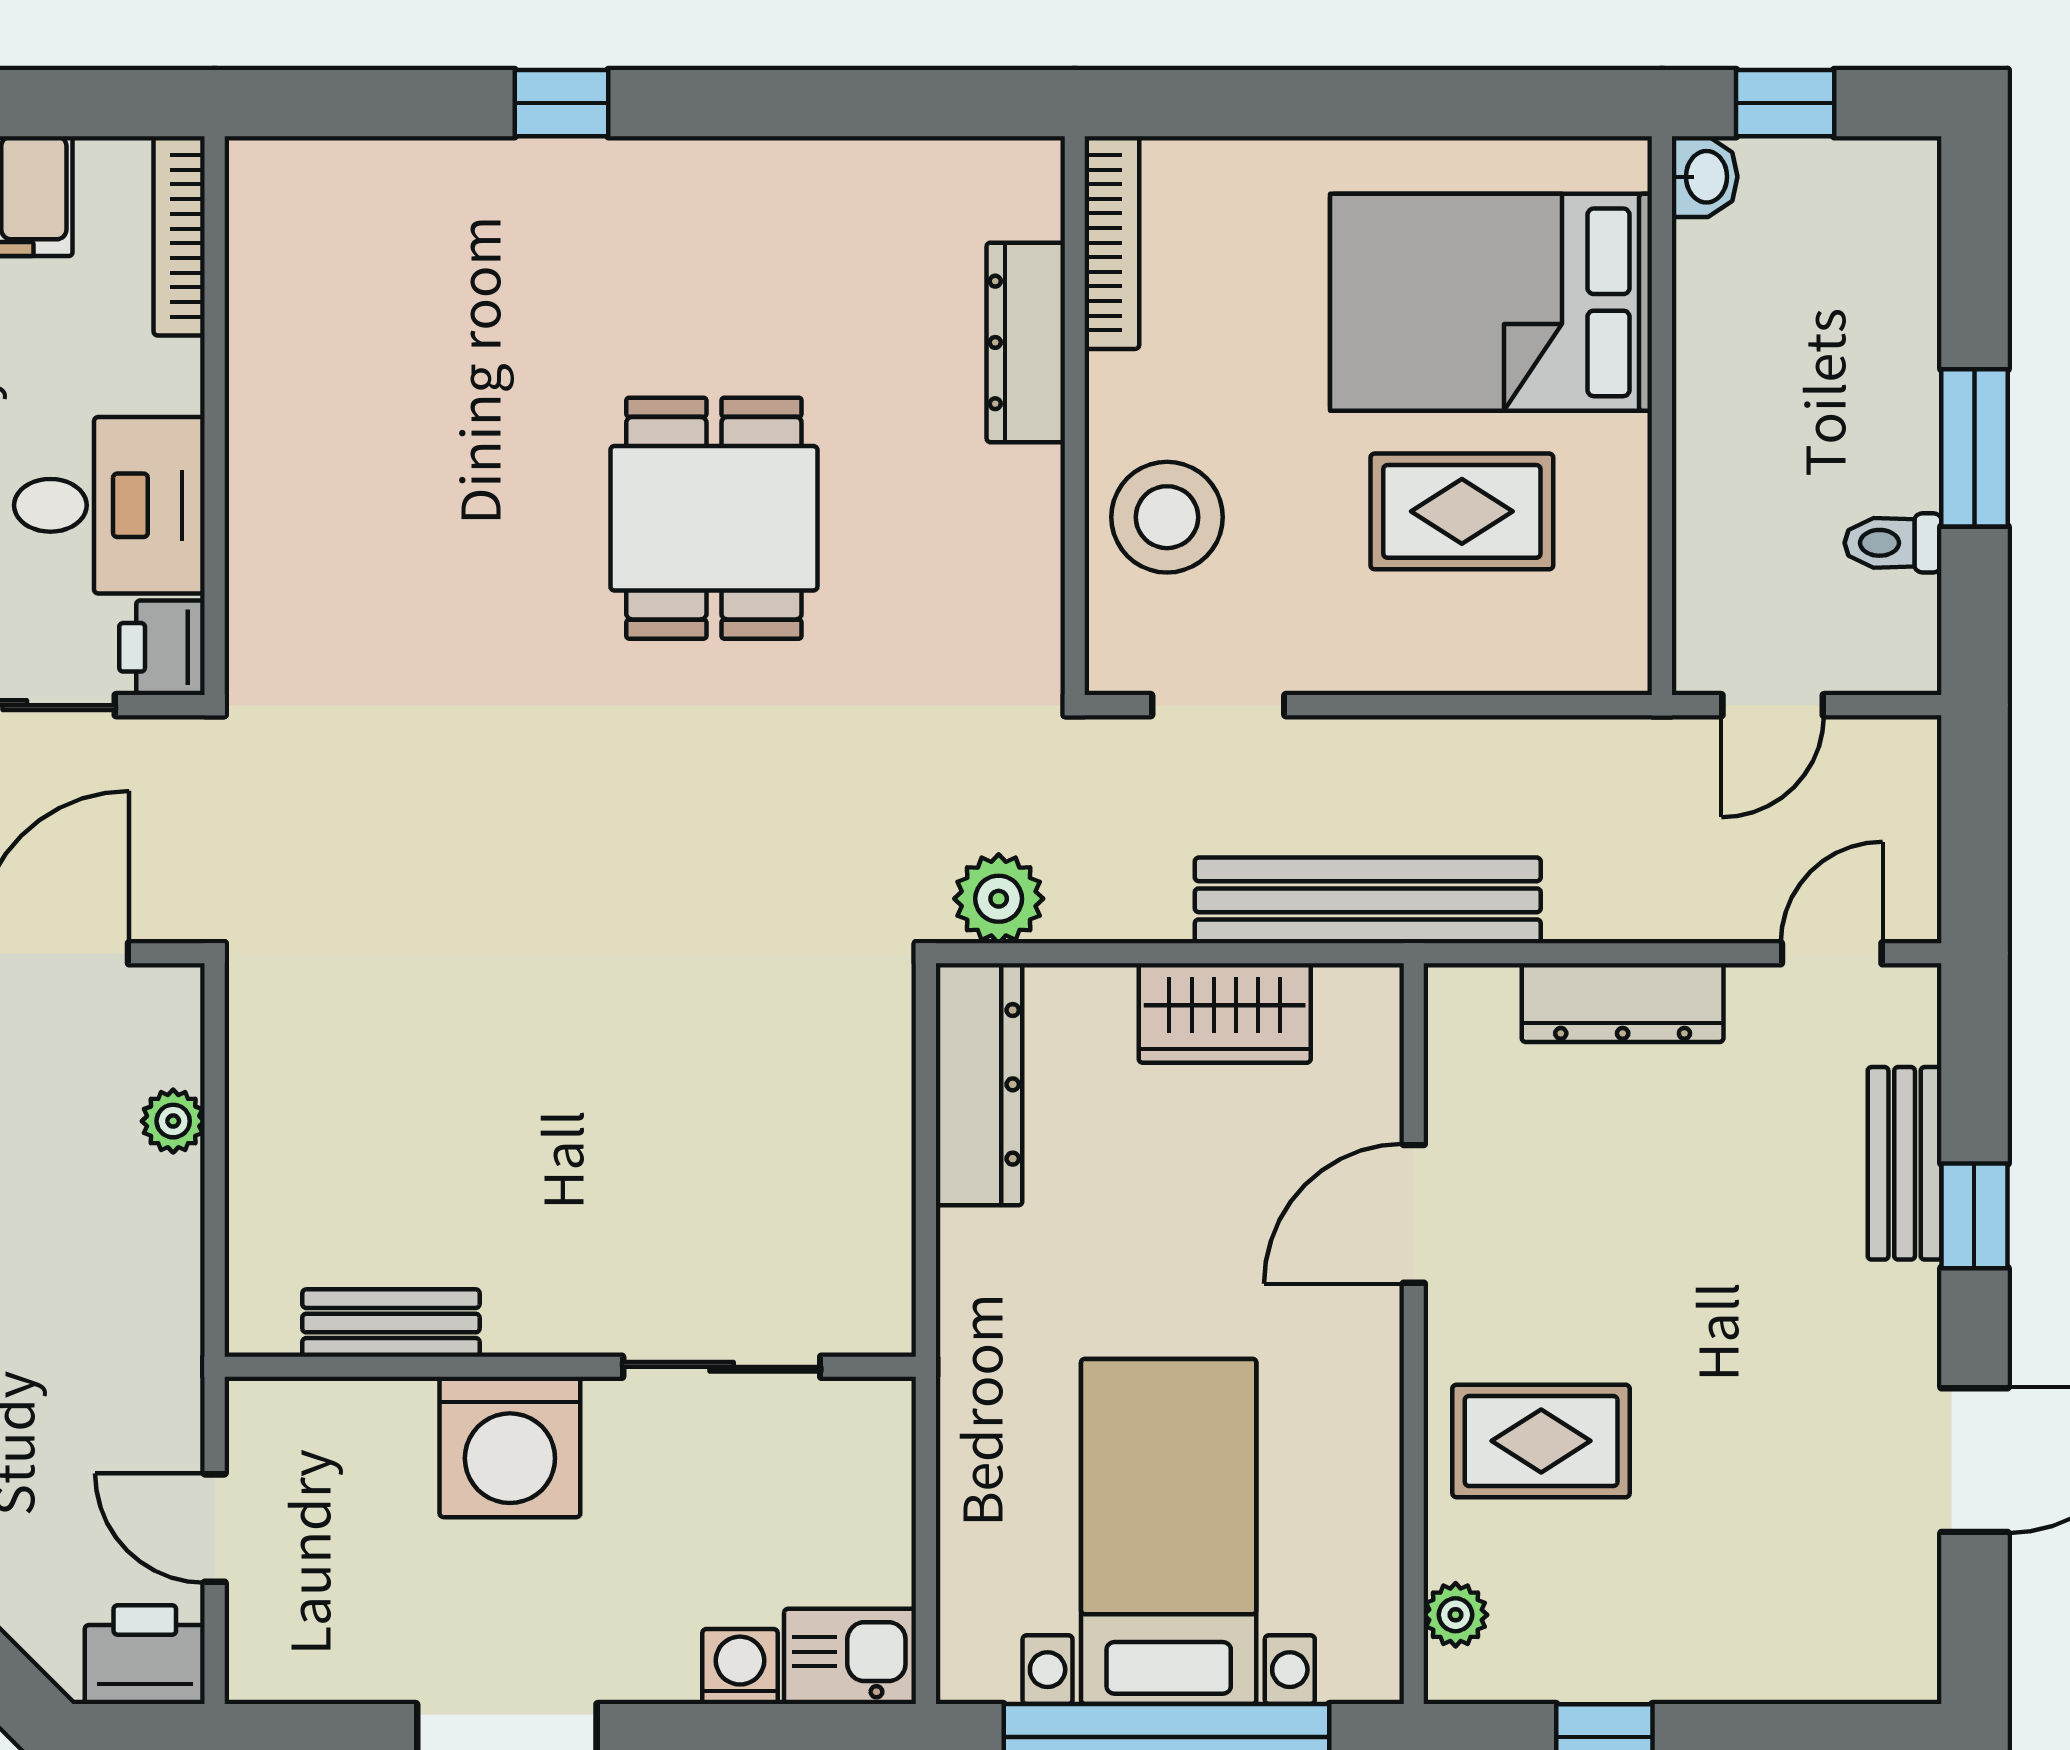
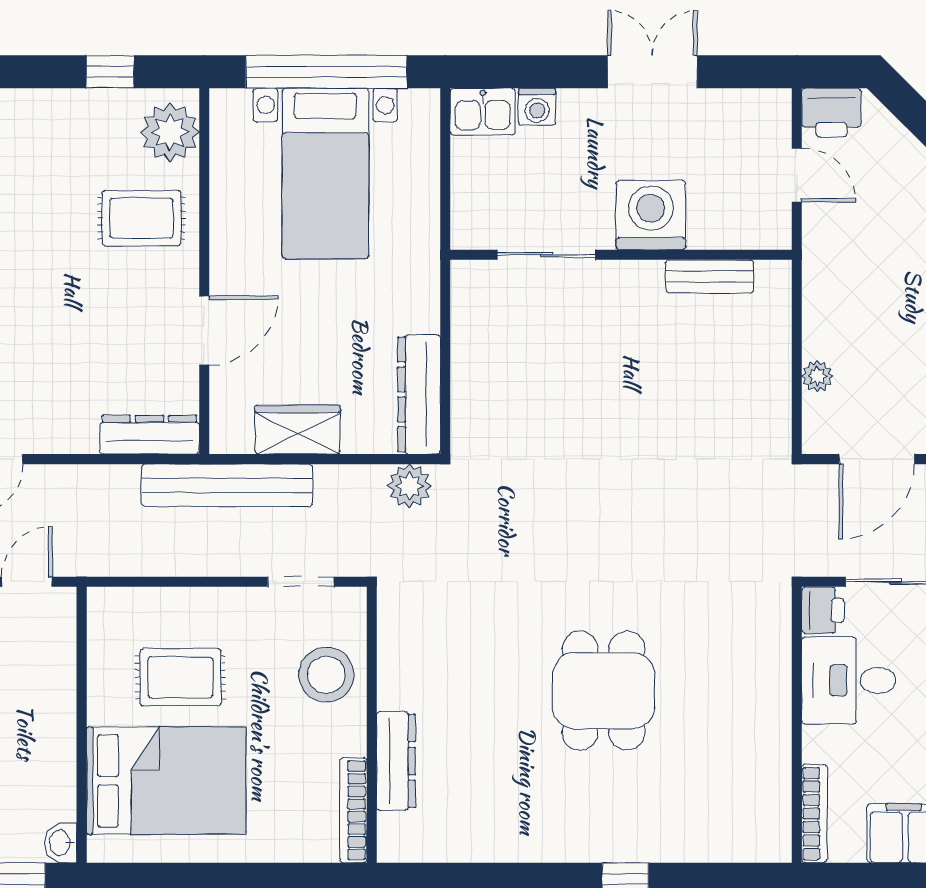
dining table: (714, 518) -> (603, 691), moved
dresser: (1623, 1003) -> (150, 435), moved
plant: (1456, 1615) -> (170, 132), width x1.88, depth x1.88

